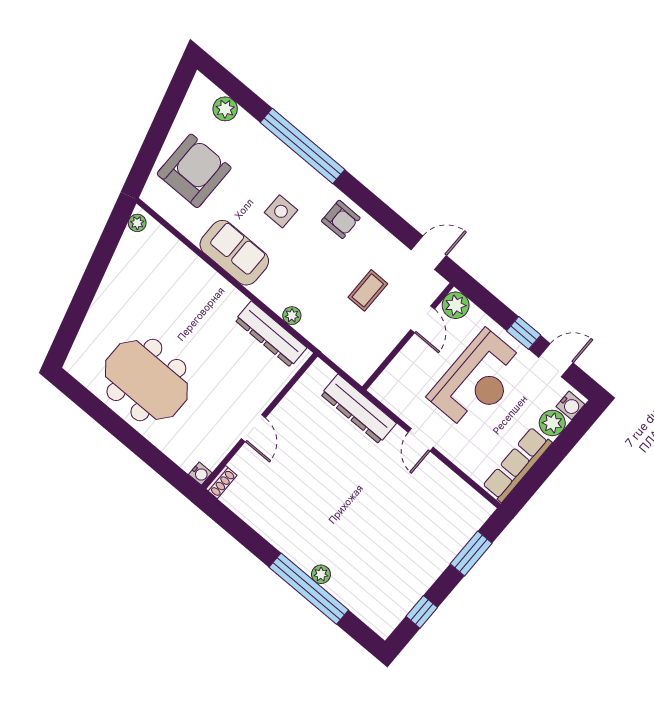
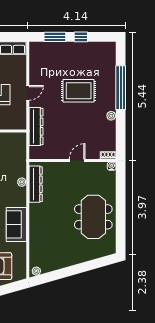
rug: (358, 520) -> (79, 91), added
plant: (321, 574) -> (111, 116), moved
window: (422, 612) -> (81, 37), moved

